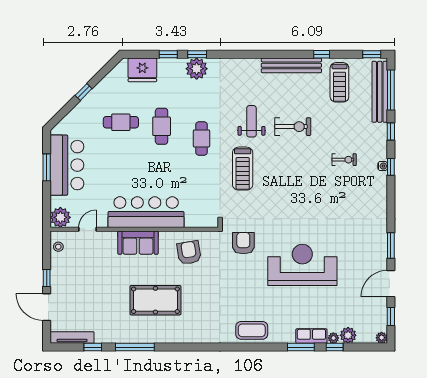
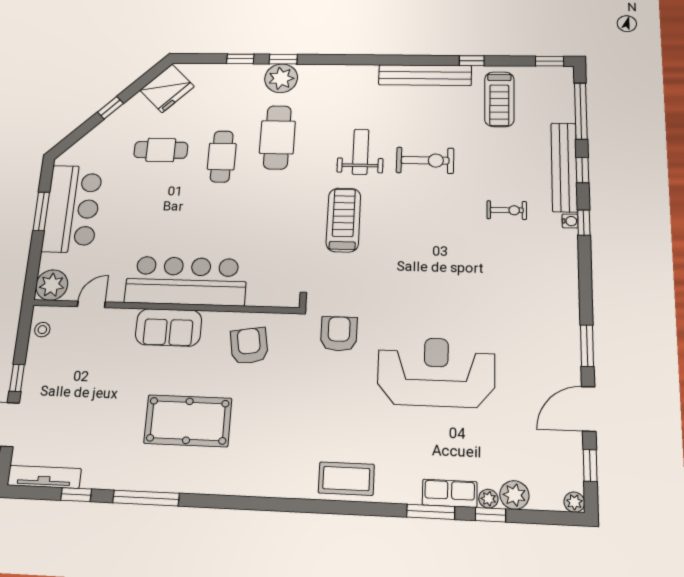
fridge: (142, 70) -> (167, 88), moved, turned -45
bench: (380, 92) -> (564, 167), moved
cafe table: (202, 138) -> (277, 137), moved, width x1.37, depth x1.35
treadmill: (243, 169) -> (343, 220), turned 180

